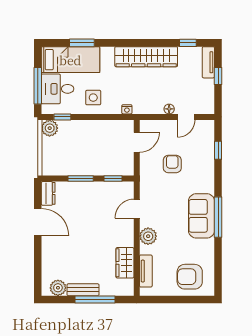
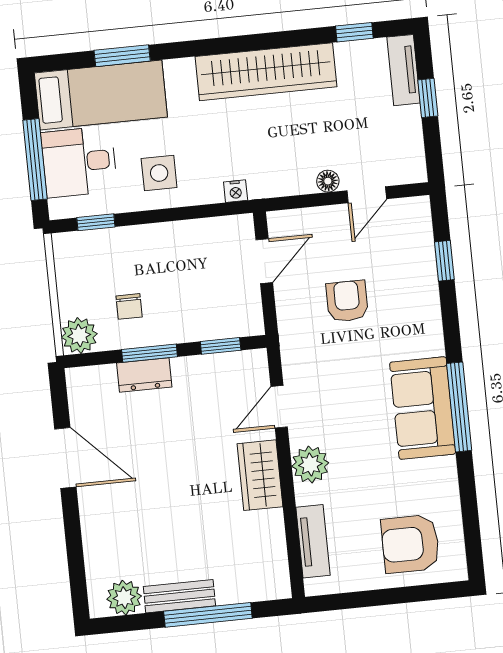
plant: (50, 128) -> (79, 335), moved
chair: (74, 157) -> (129, 306), added
dresser: (48, 193) -> (144, 375), moved, turned 90
wardrobe: (125, 263) -> (260, 475), moved

